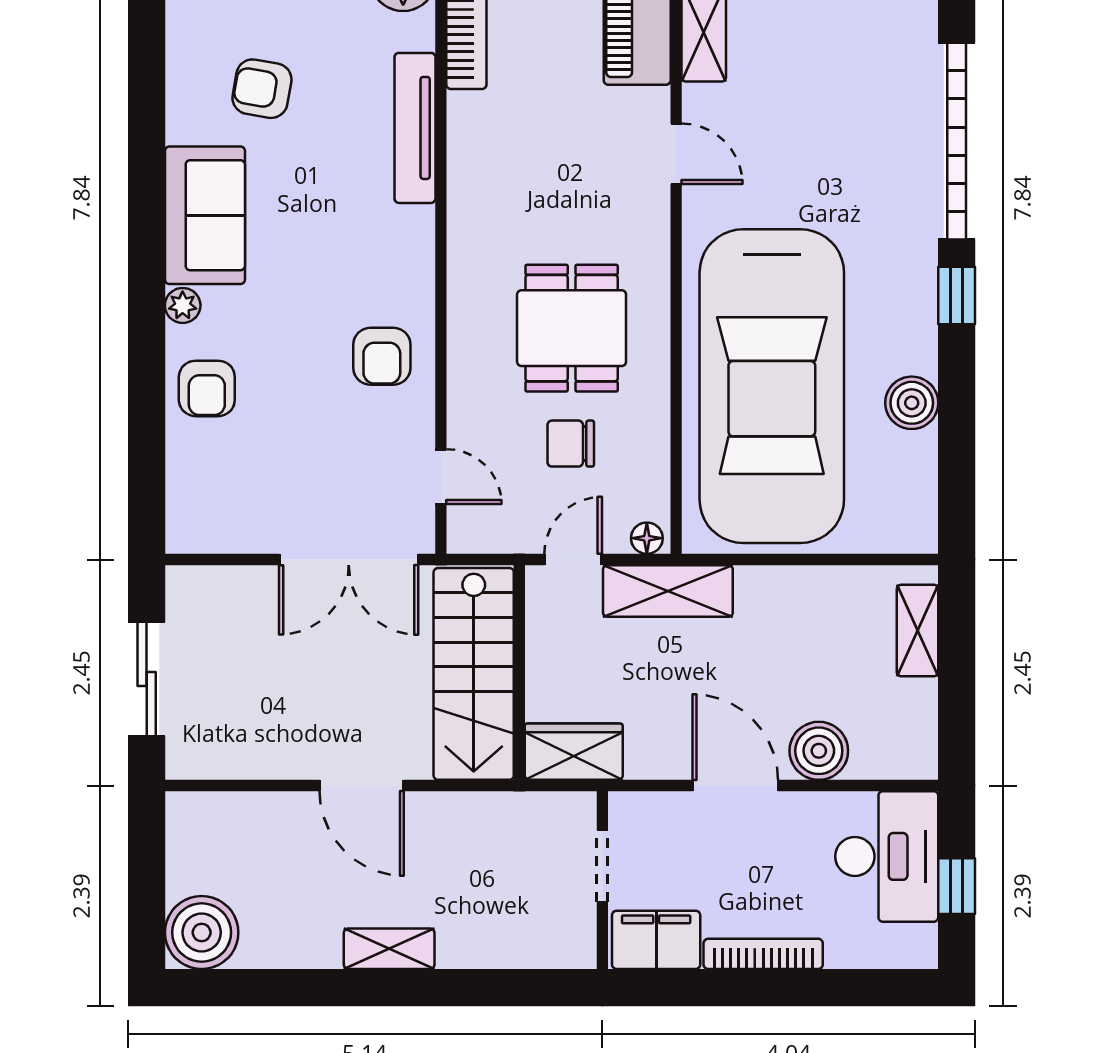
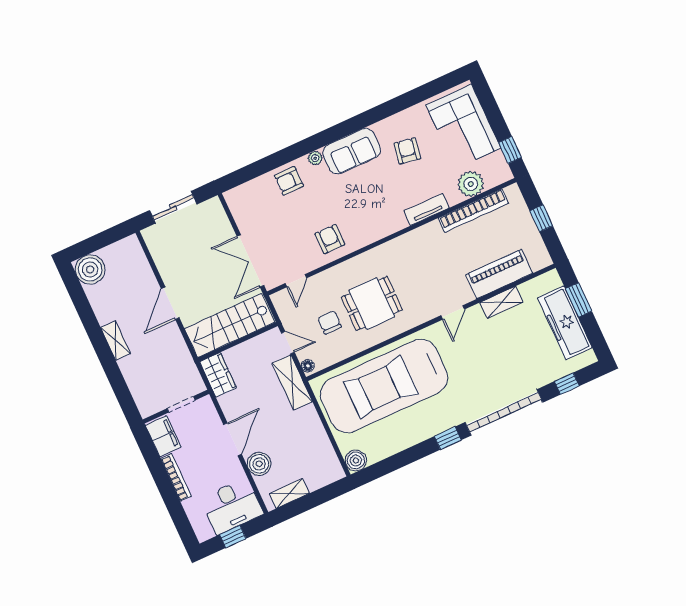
tv unit: (415, 128) -> (426, 209), width x0.71
armchair: (382, 356) -> (330, 239), turned 90
boiler: (912, 403) -> (356, 460), moved
shelving: (917, 630) -> (289, 493), moved

